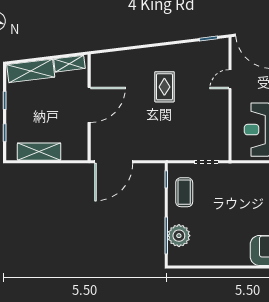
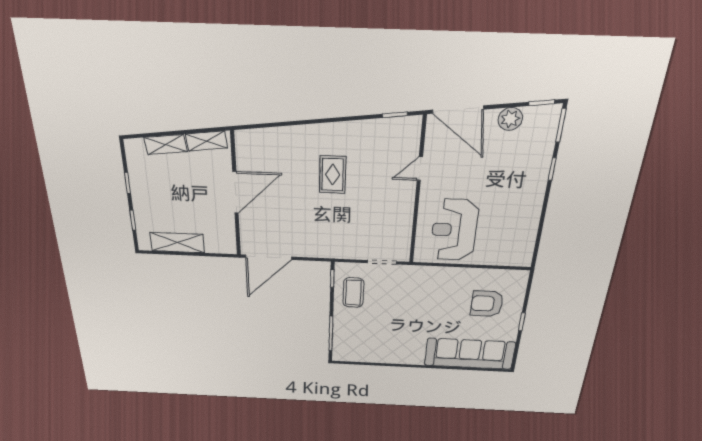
shelving: (31, 71) -> (166, 144), width x0.67, depth x0.75
plant: (179, 236) -> (345, 334), removed

